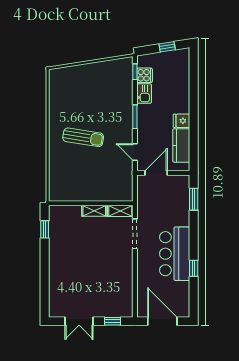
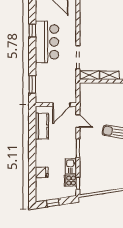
fridge: (182, 121) -> (42, 172), moved

